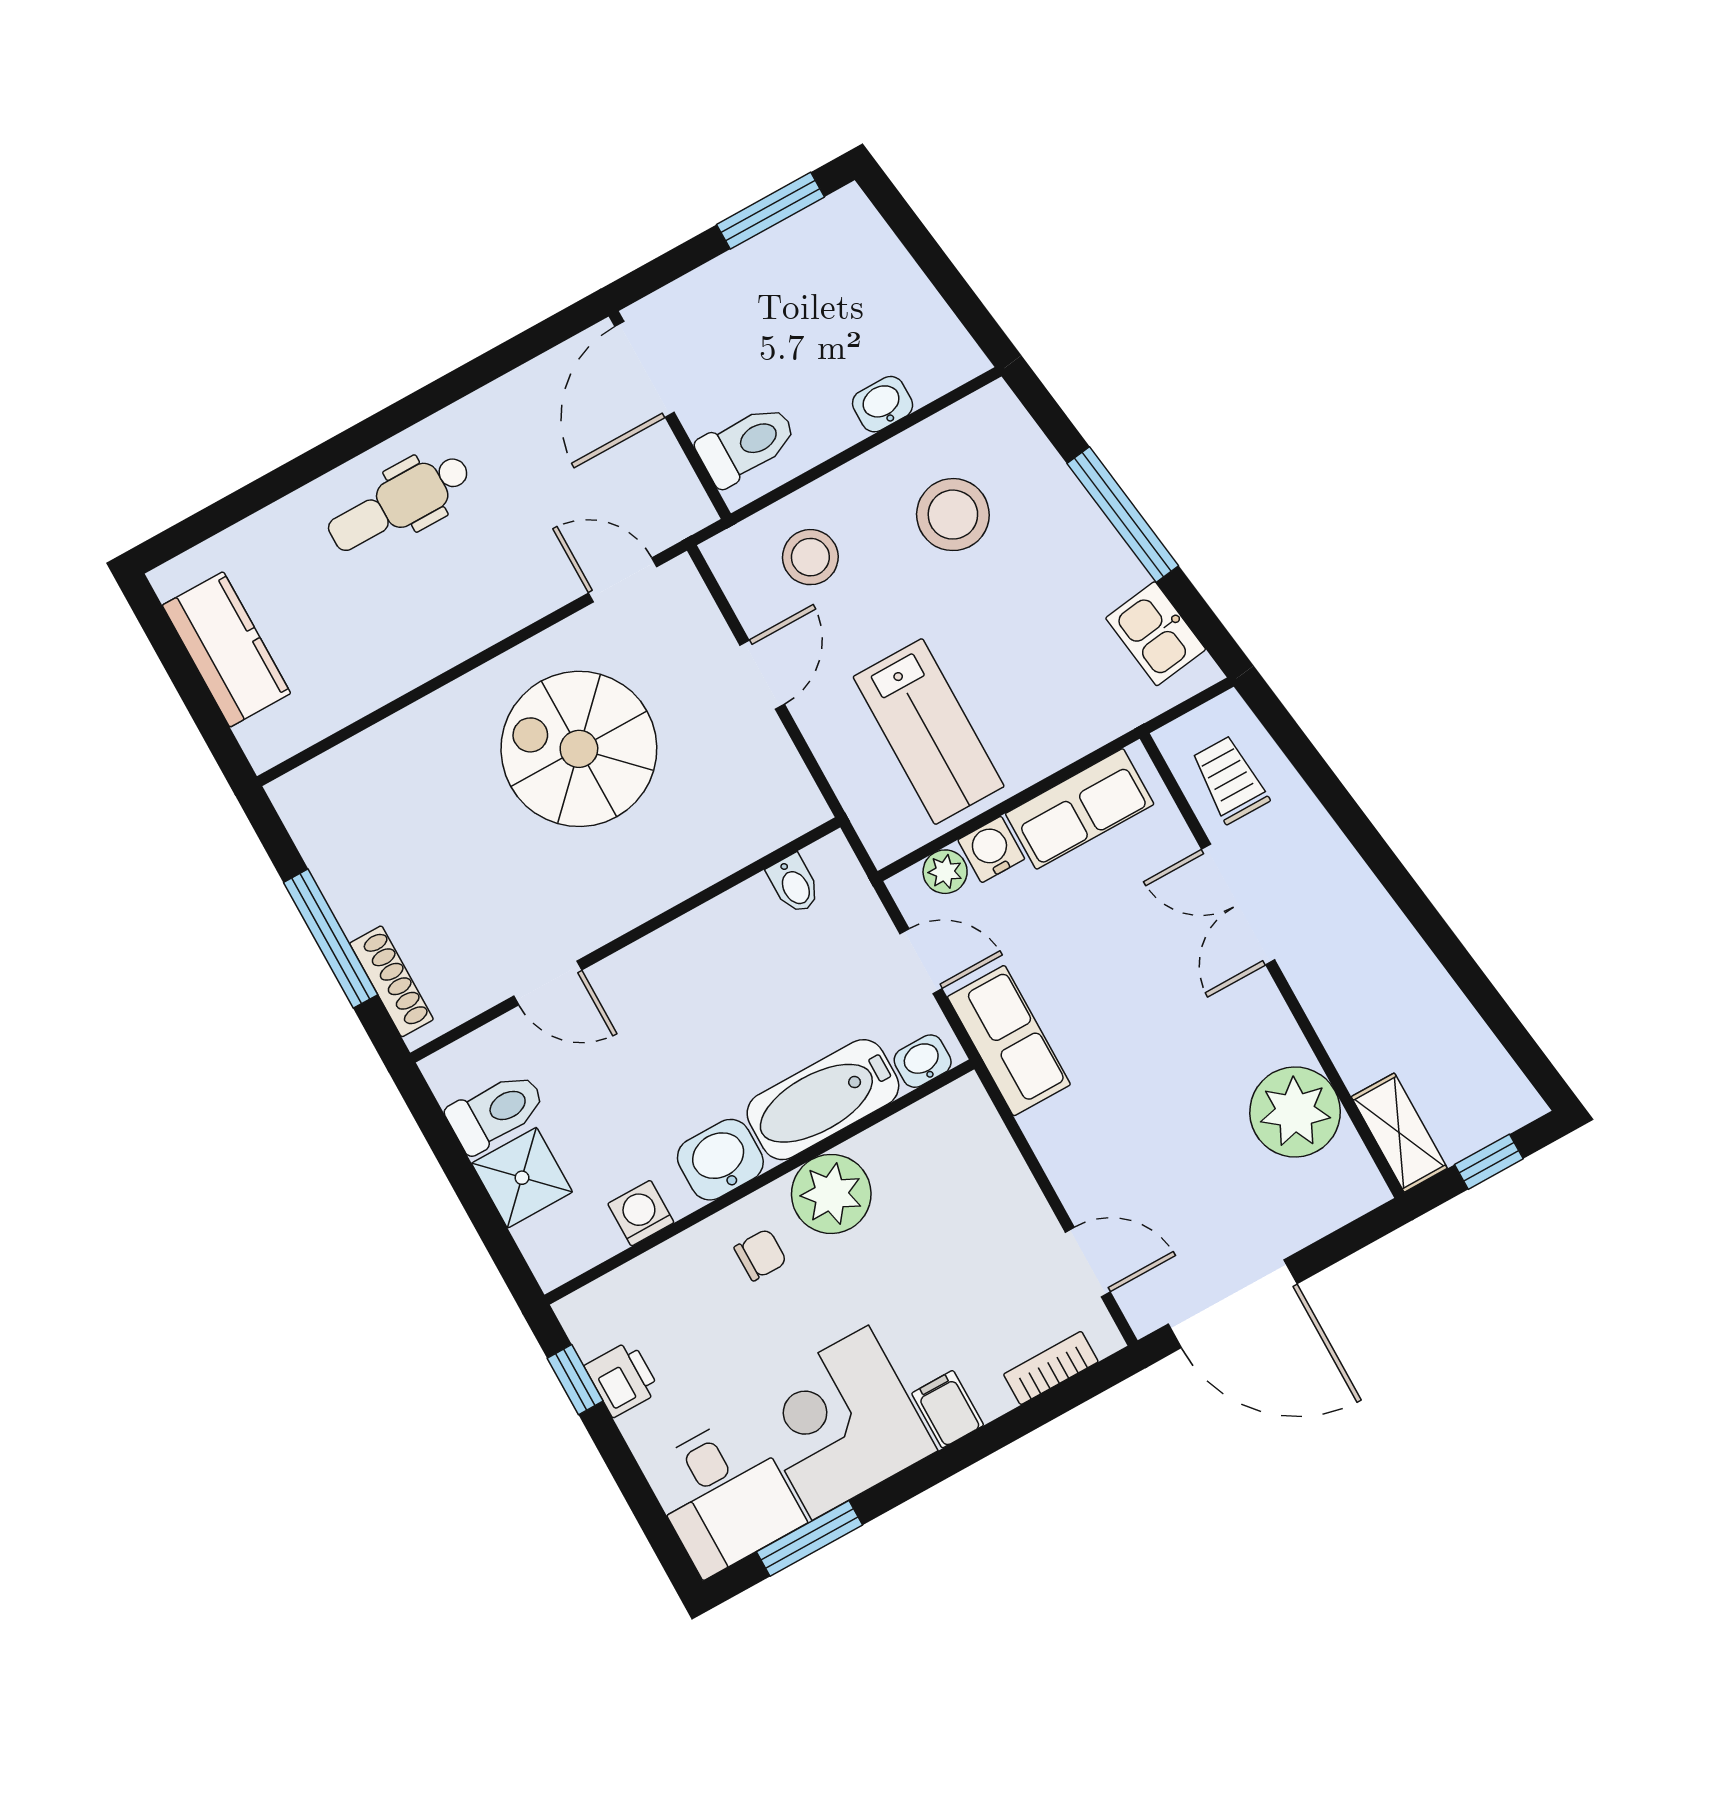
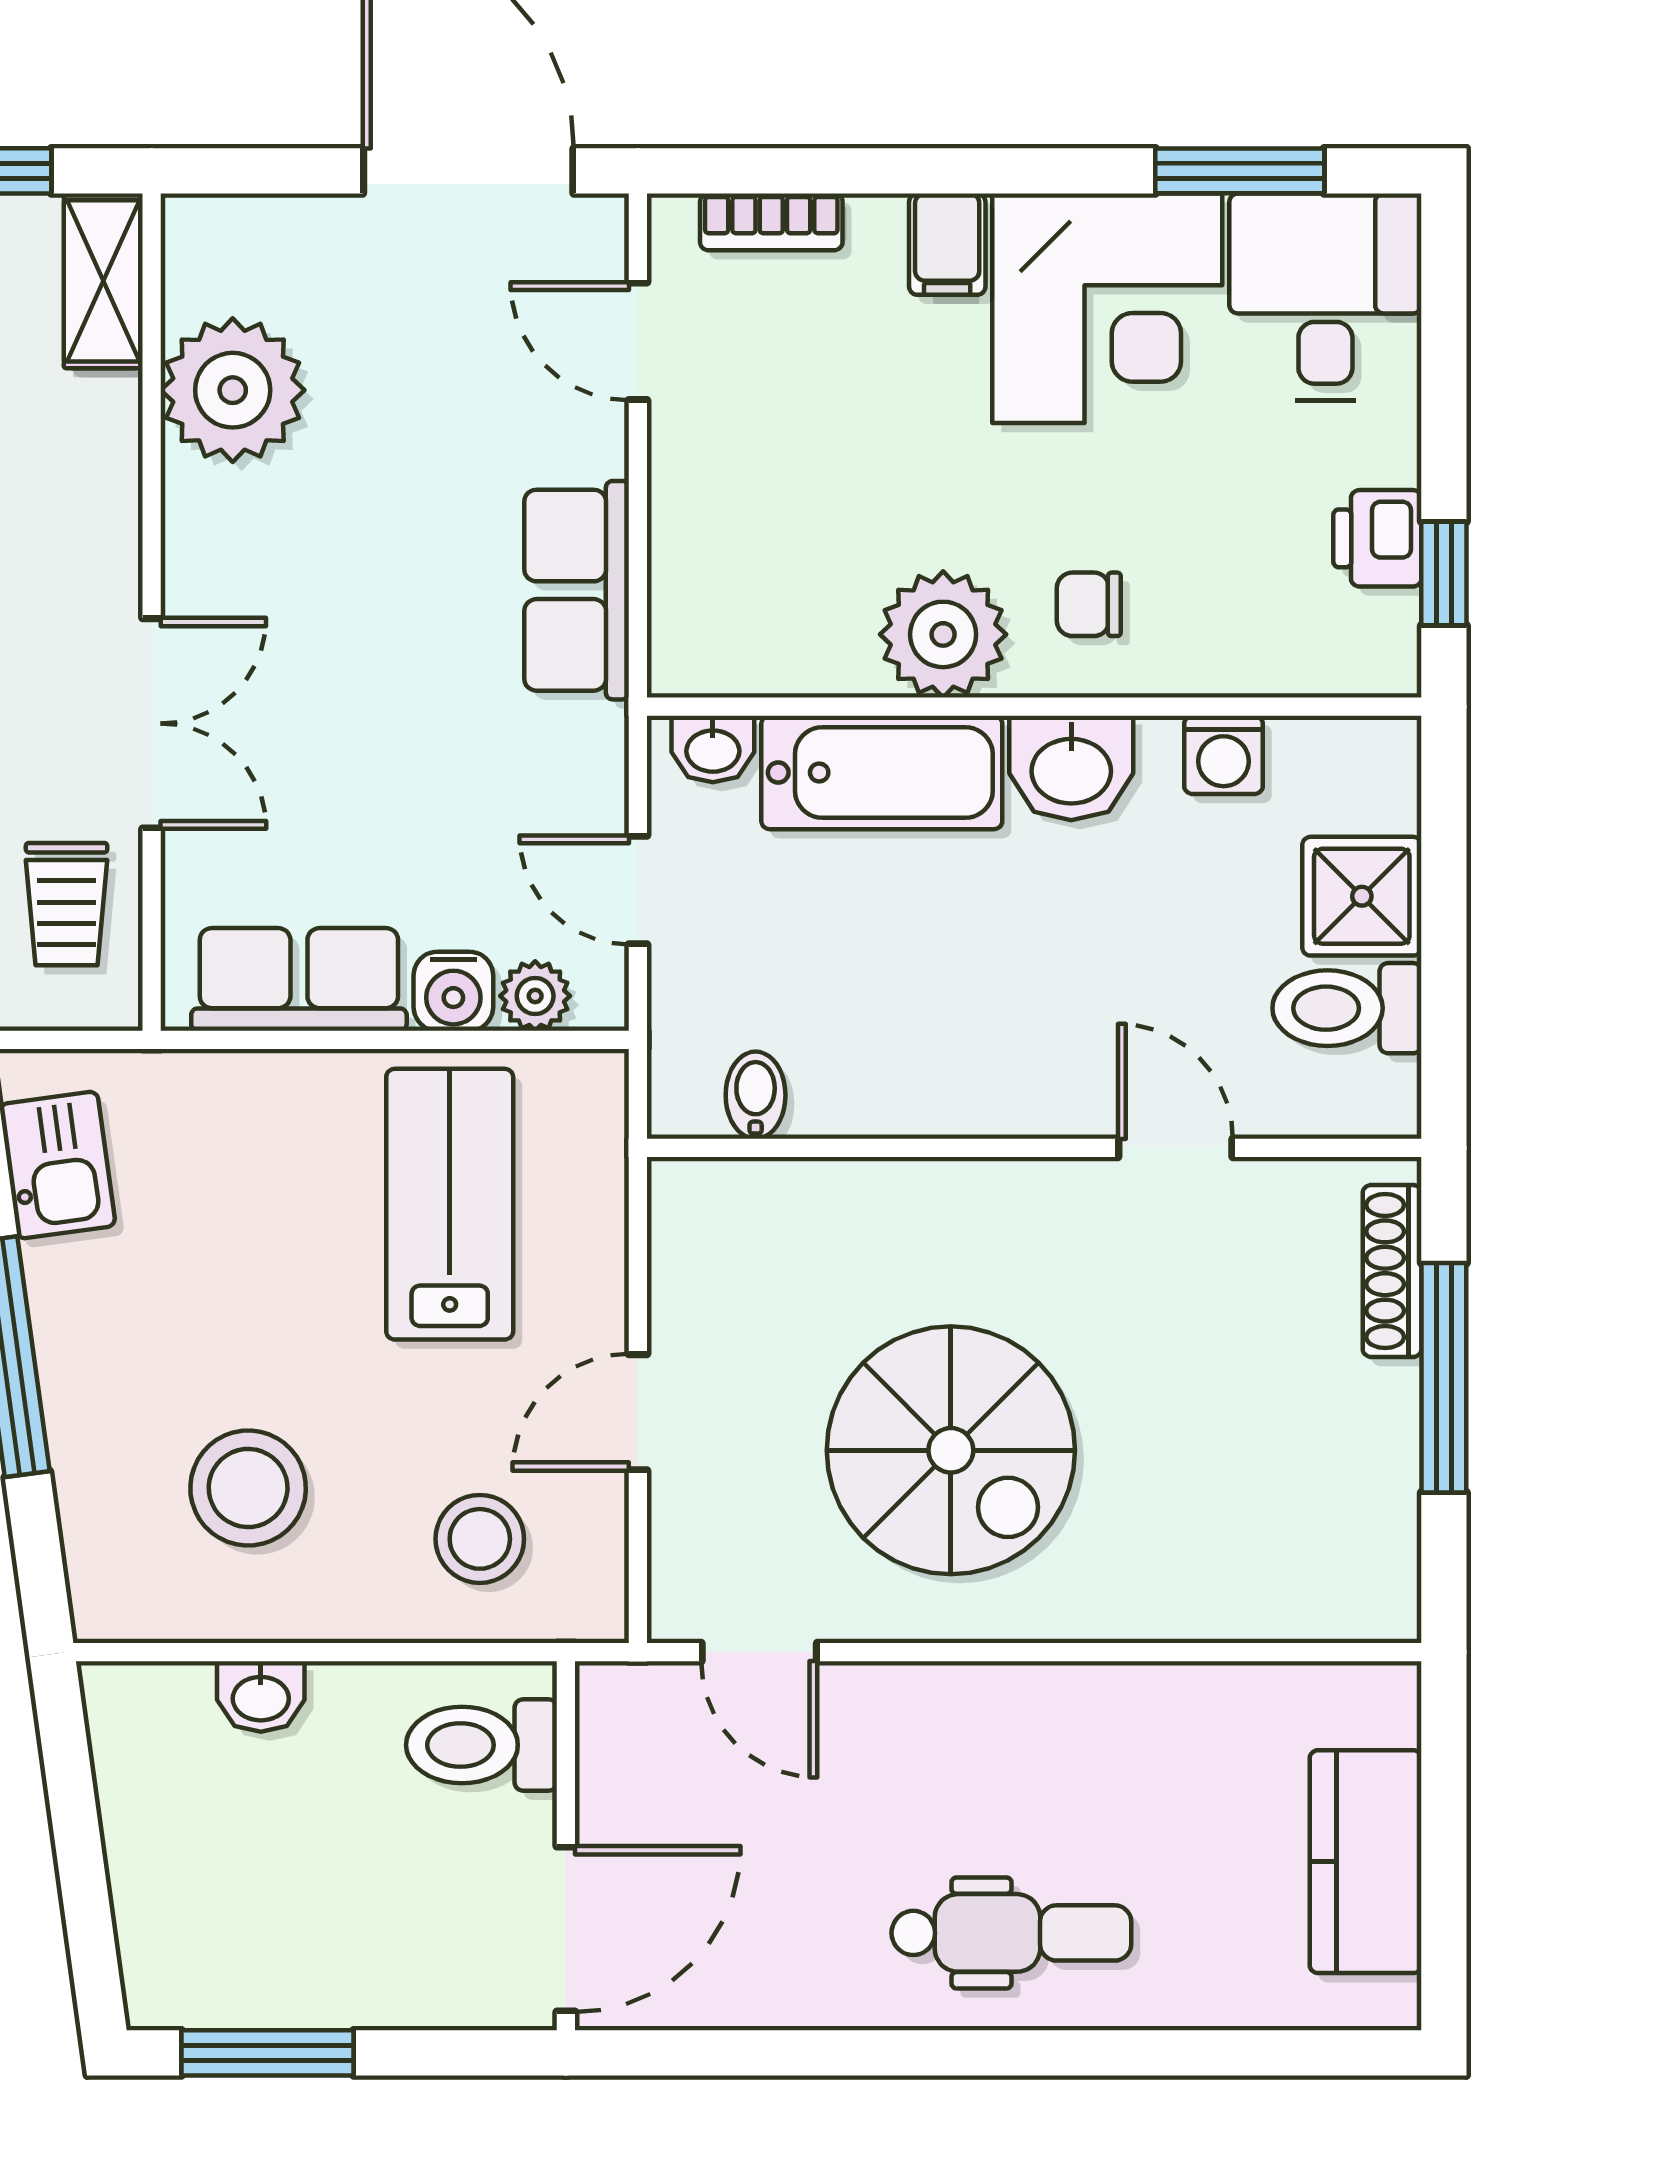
row of seats: (1009, 1041) -> (577, 590), moved

